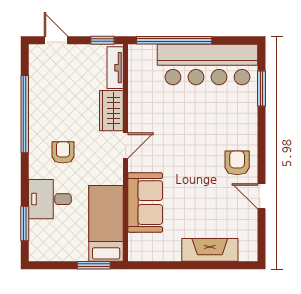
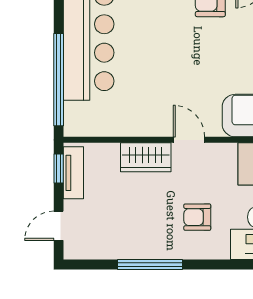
tv unit: (115, 68) -> (73, 173), moved, turned -90
window: (25, 114) -> (150, 265), width x0.68

